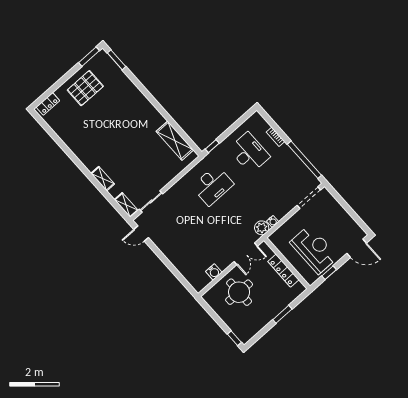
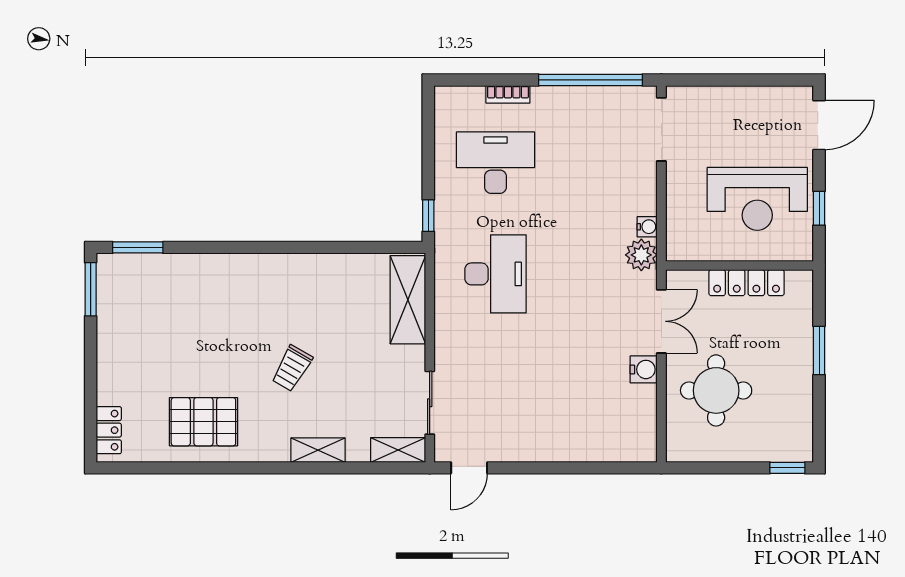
pallet: (85, 88) -> (203, 422), moved, turned 90
shelving: (175, 141) -> (408, 300), moved, turned 90
trolley: (122, 146) -> (292, 368), added
reception desk: (314, 250) -> (757, 199), turned 180
water cooler: (214, 272) -> (644, 369), moved

